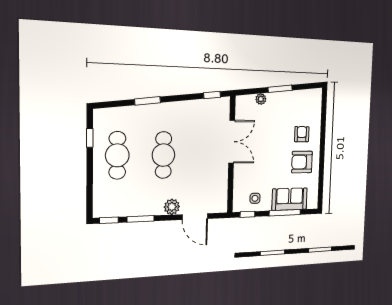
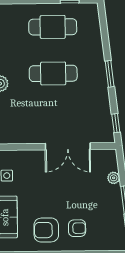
window: (148, 101) -> (110, 74), moved
armchair: (302, 162) -> (46, 230), turned -90

